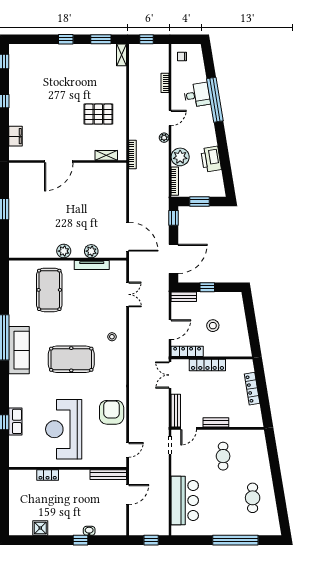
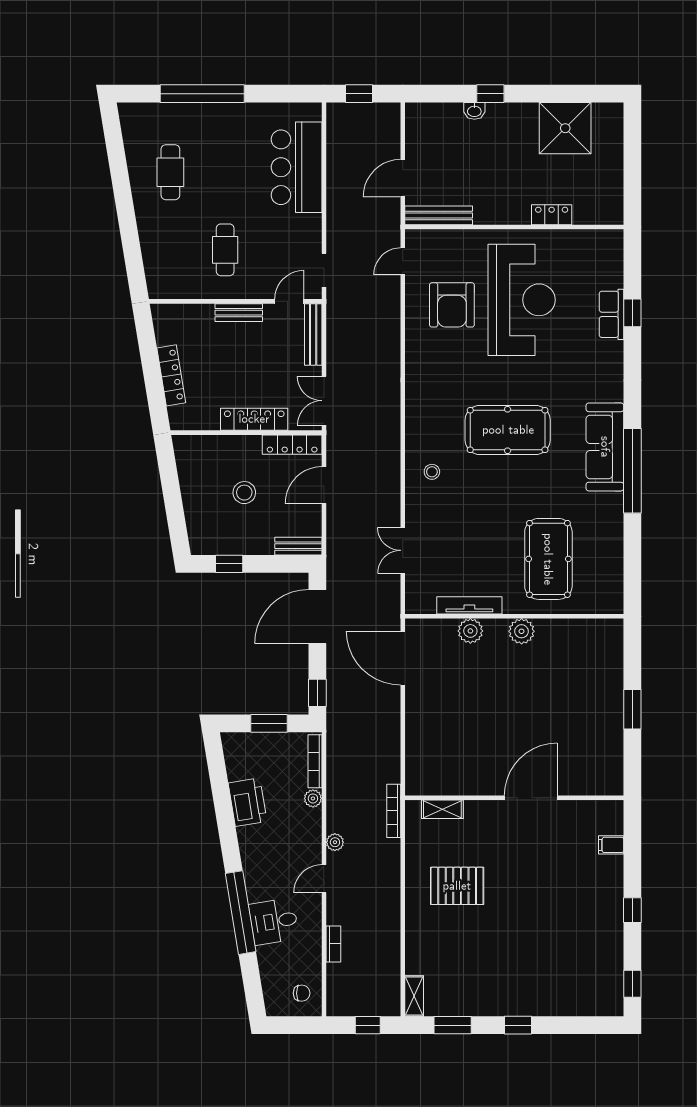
filing cabinet: (16, 136) -> (611, 845), width x0.50
plant: (180, 157) -> (313, 798), width x0.53, depth x0.53
window: (207, 287) -> (229, 564), moved
double door: (170, 375) -> (324, 401), swing flipped
armchair: (112, 412) -> (452, 305), moved
shower: (40, 528) -> (565, 128), width x1.86, depth x1.86

